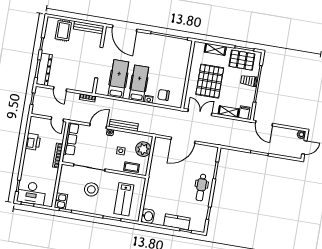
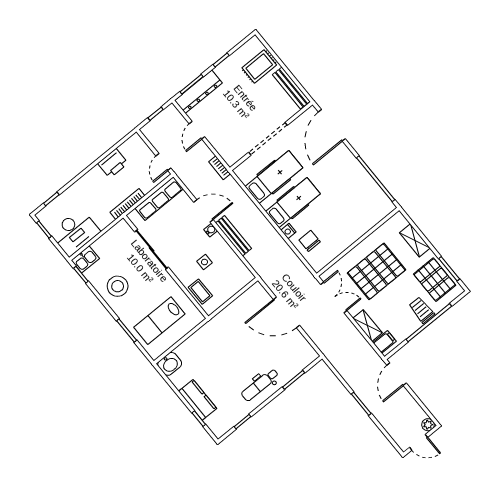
plant: (143, 149) -> (232, 283), removed
stool: (91, 189) -> (118, 286), moved
desk: (31, 193) -> (75, 232), moved, turned -90

